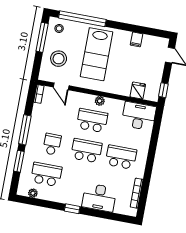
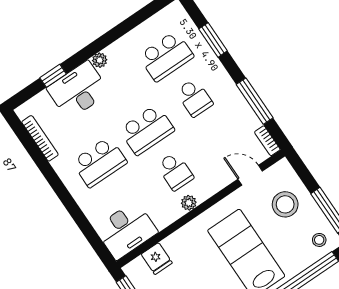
school desk: (92, 121) -> (175, 171), width x0.54
window: (25, 130) -> (255, 101), moved
plant: (33, 193) -> (100, 60), moved
window: (72, 209) -> (53, 76), moved

